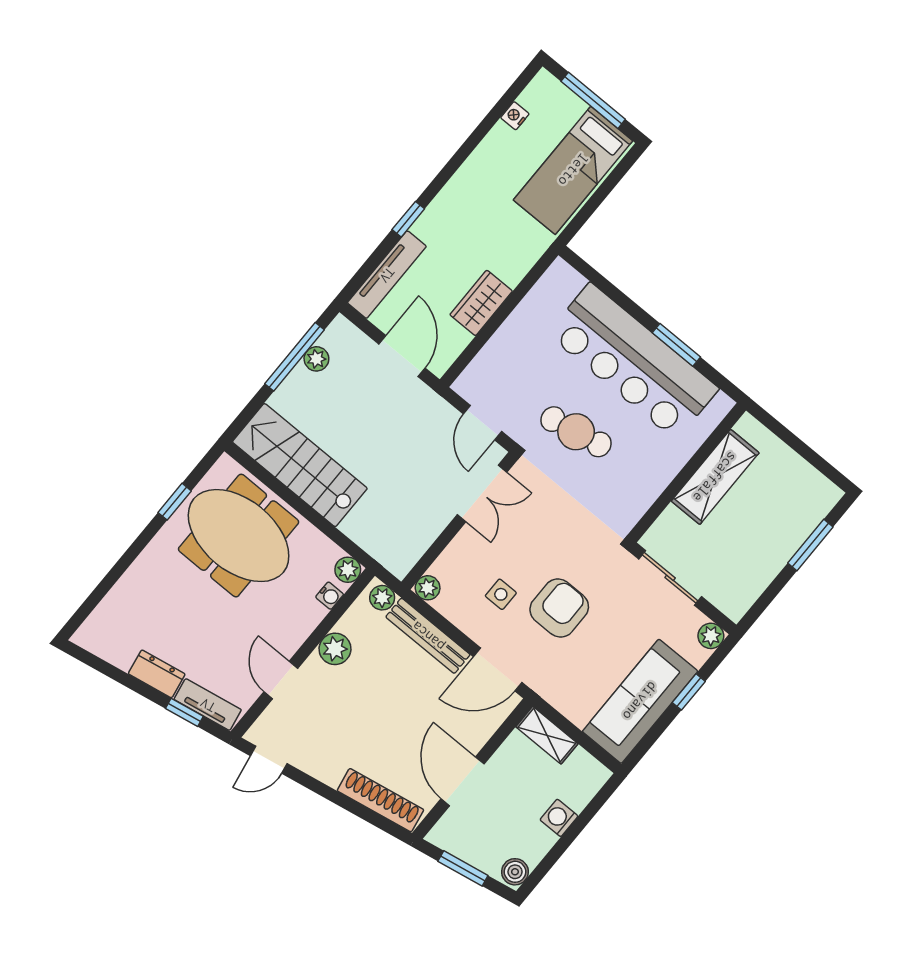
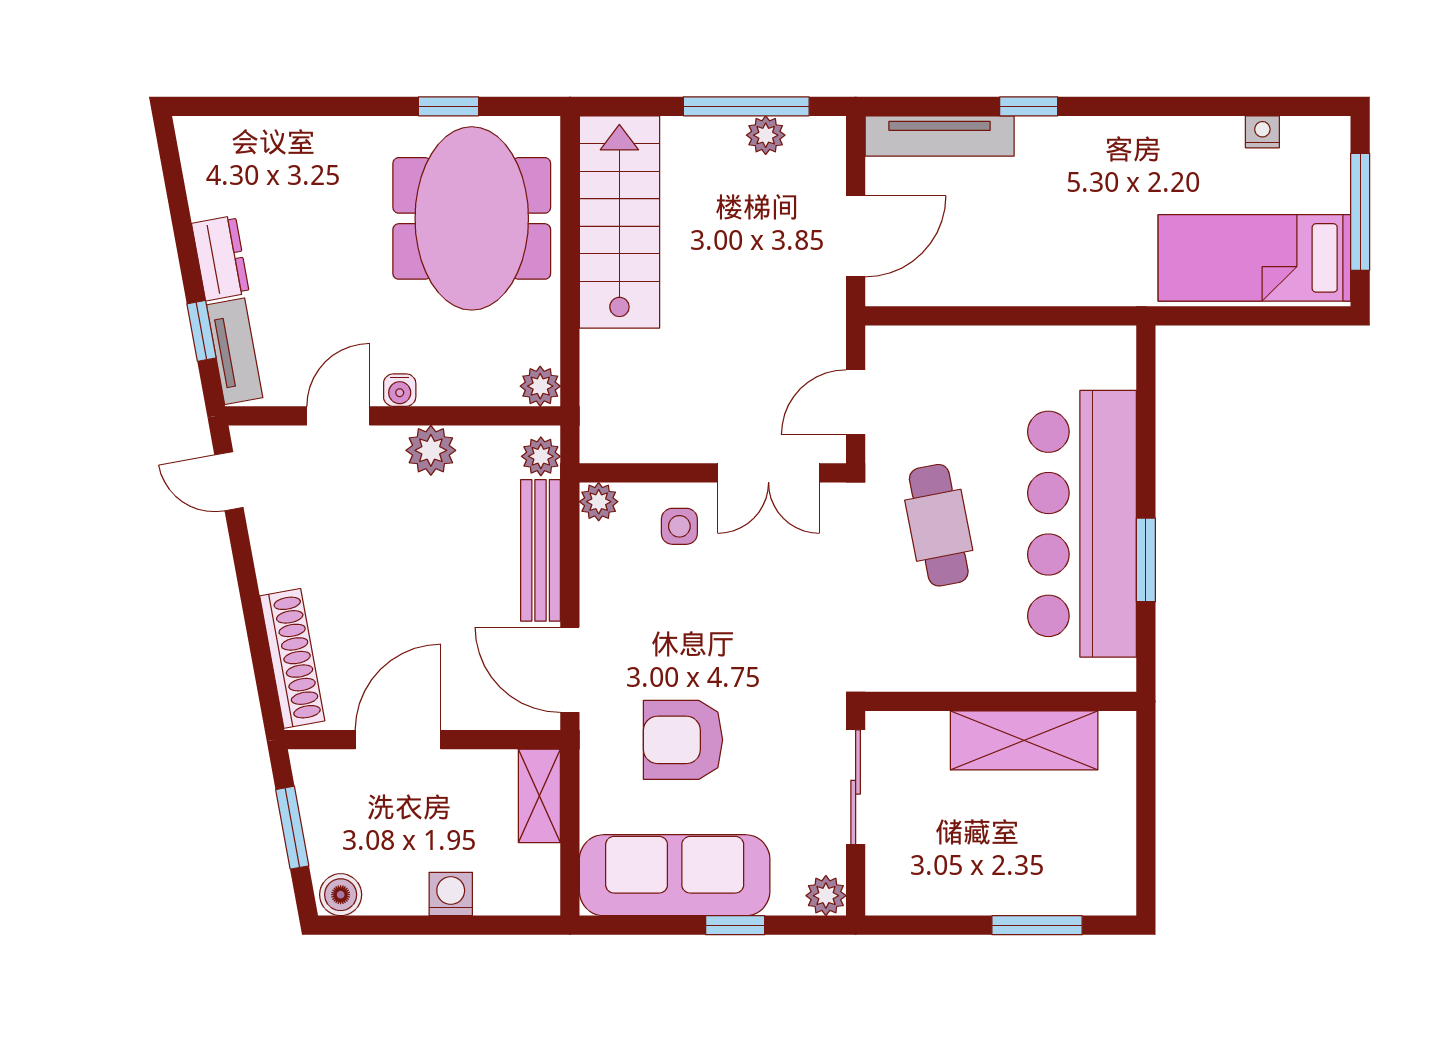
wardrobe: (481, 303) -> (1000, 280), removed
side table: (501, 594) -> (679, 526), moved
water cooler: (330, 596) -> (400, 390), moved
armchair: (559, 608) -> (683, 740), moved, turned 180

